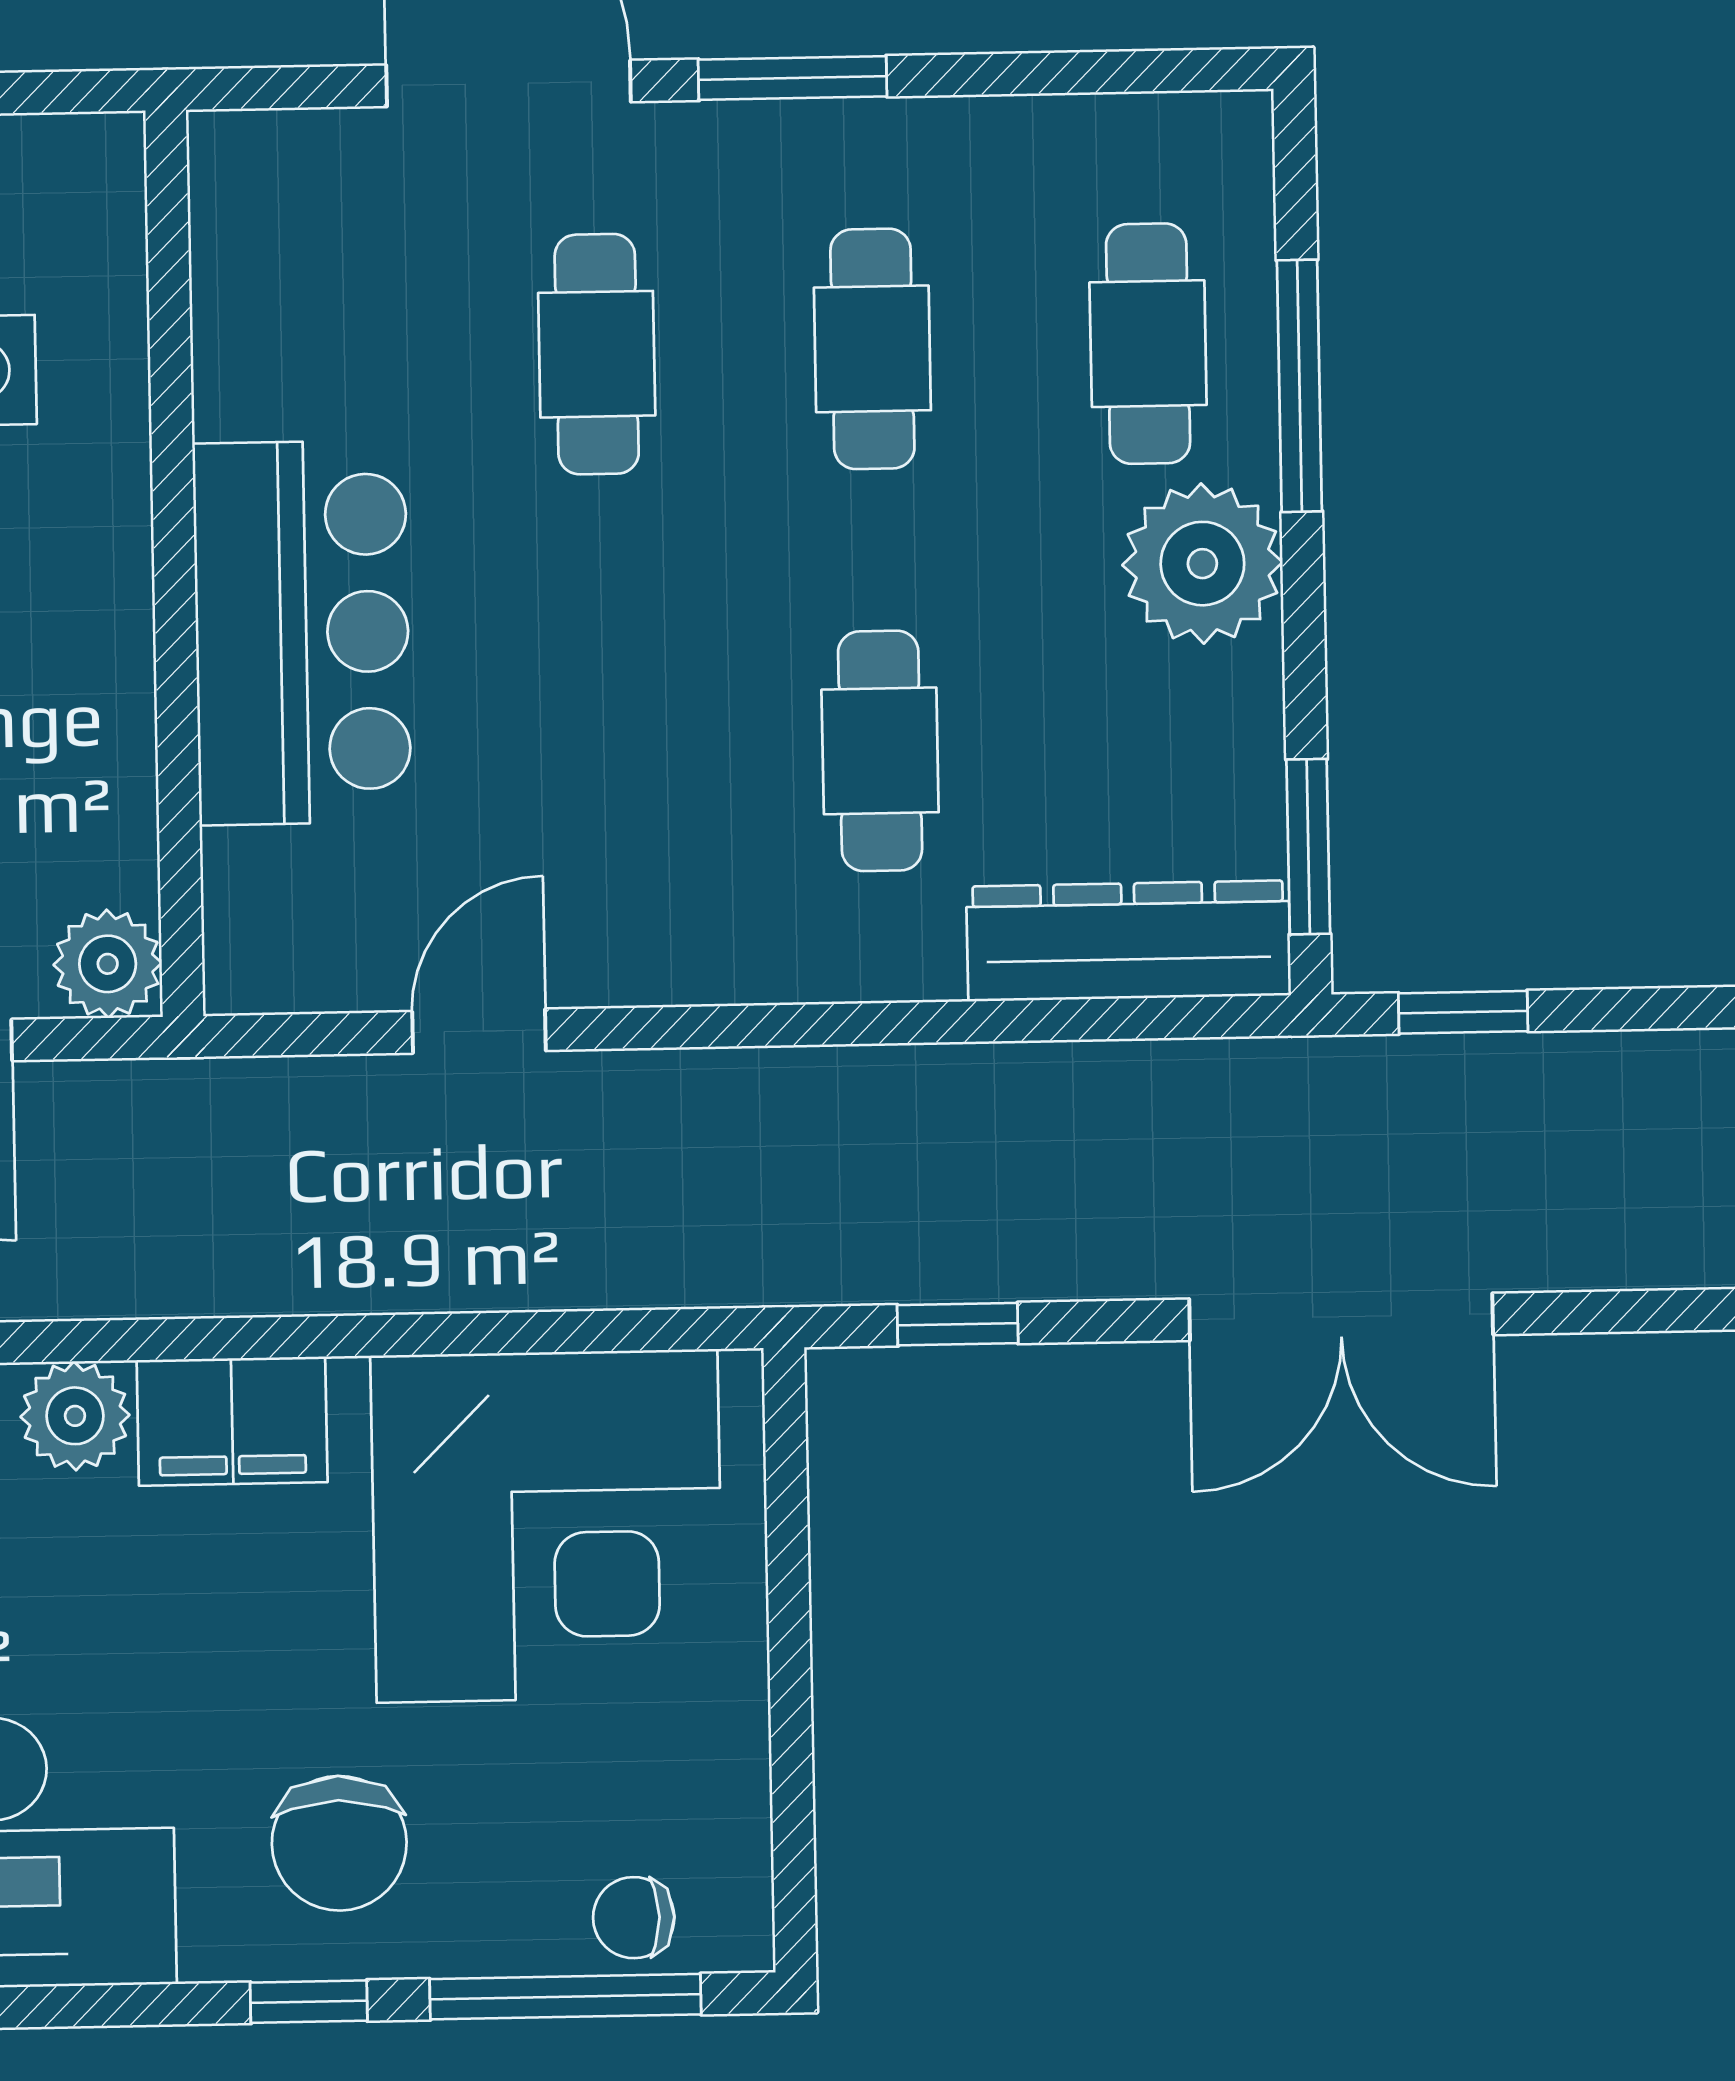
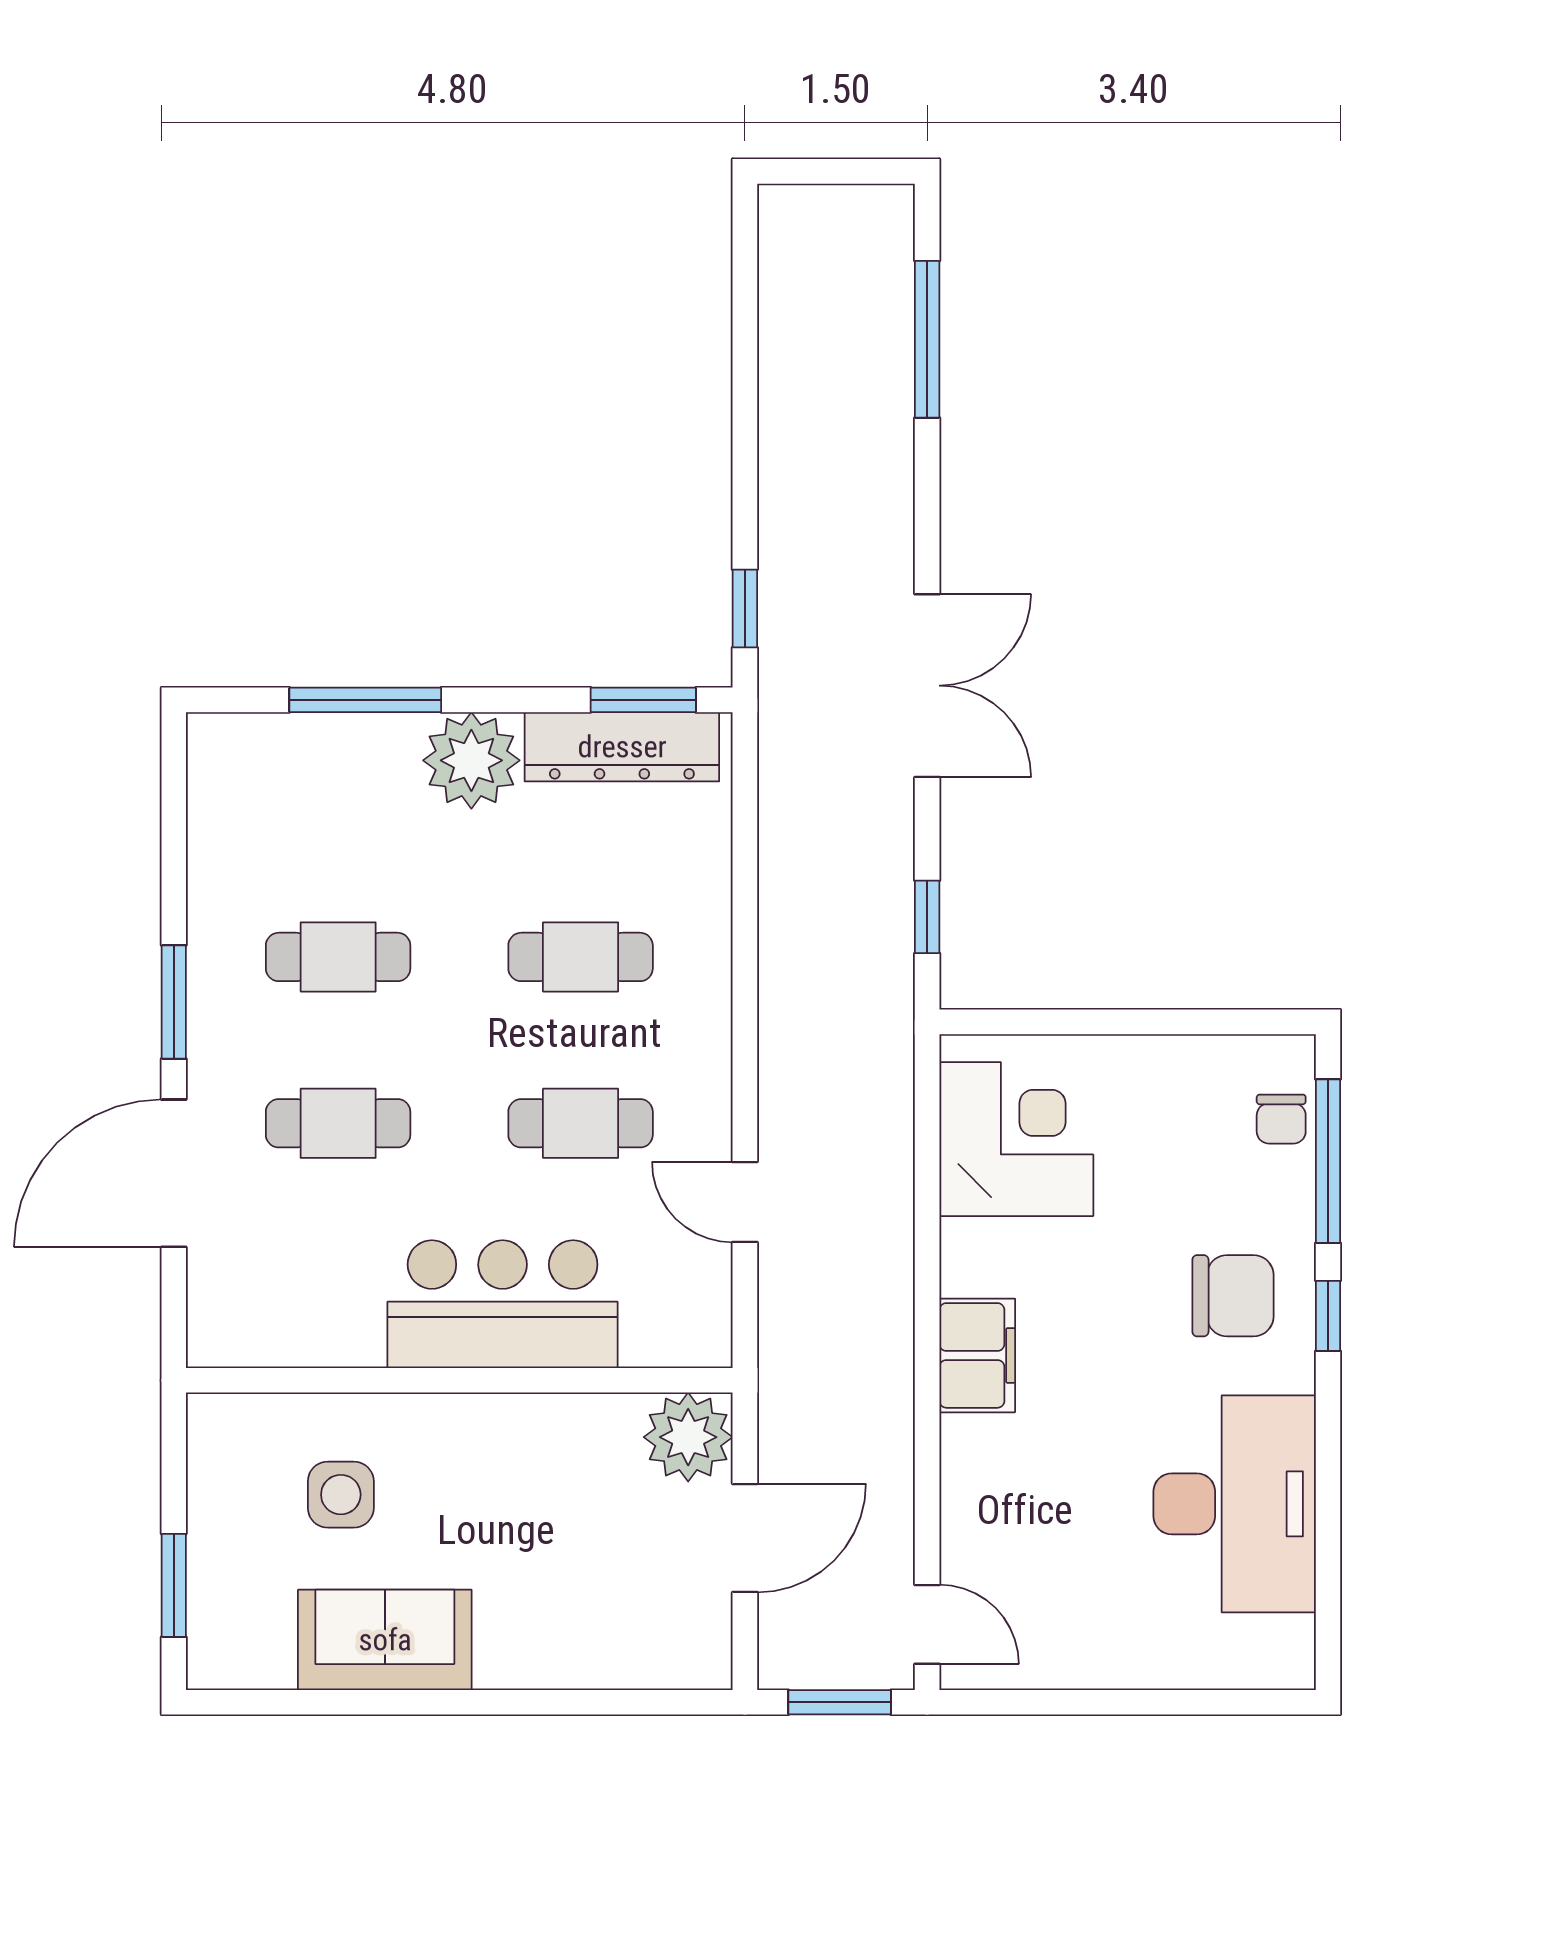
cafe table: (1148, 344) -> (581, 1123), moved
dresser: (1129, 941) -> (622, 747), moved, turned -90
plant: (108, 964) -> (688, 1437), width x1.36, depth x1.36
plant: (75, 1416) -> (972, 1450), removed
corner desk: (547, 1526) -> (1016, 1139), width x0.74, depth x0.74

